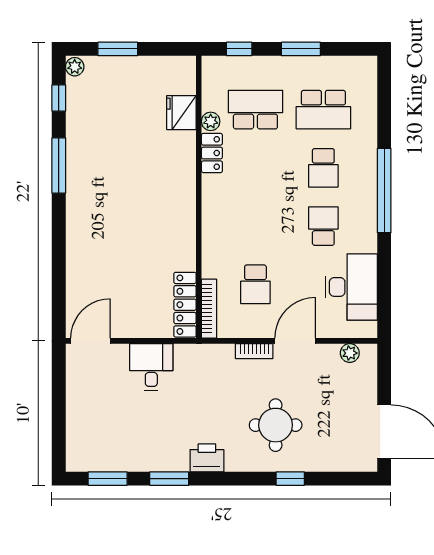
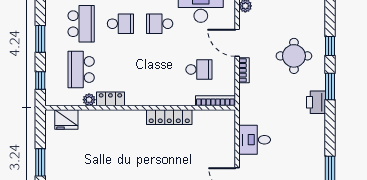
fridge: (181, 113) -> (66, 119), moved
locker: (185, 305) -> (169, 117), moved
window: (169, 479) -> (330, 86), moved

